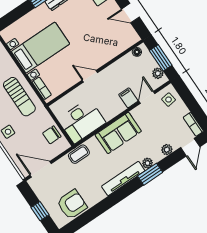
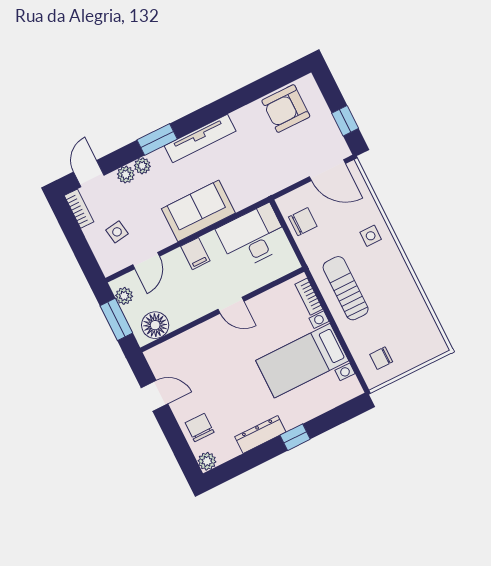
floor lamp: (137, 52) -> (155, 325), width x1.89, depth x1.89
filing cabinet: (128, 98) -> (195, 254), moved
side table: (169, 100) -> (117, 232), moved
coffee table: (79, 154) -> (264, 186), removed
plant: (147, 163) -> (142, 166), moved
window: (40, 211) -> (345, 121), moved

